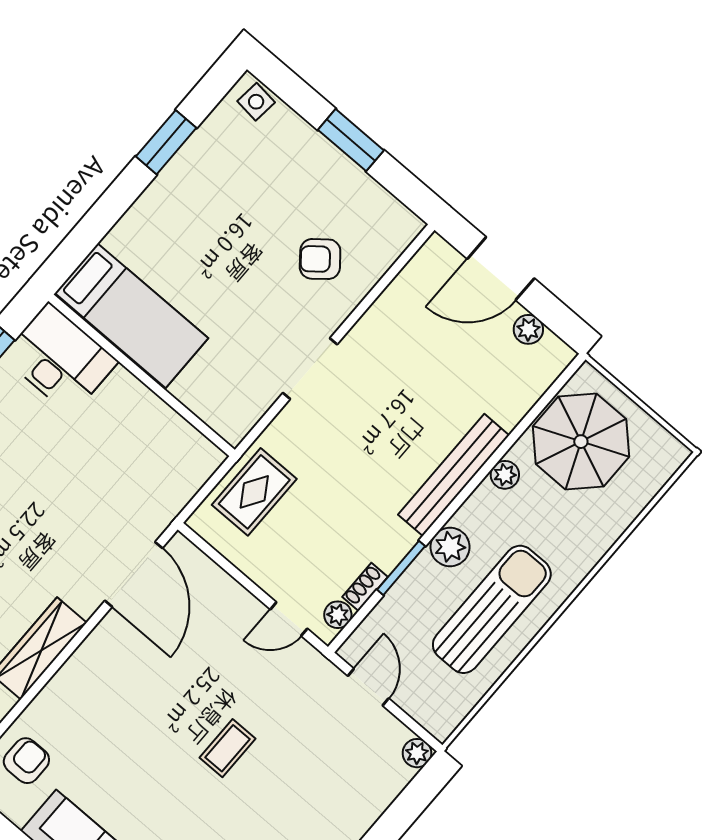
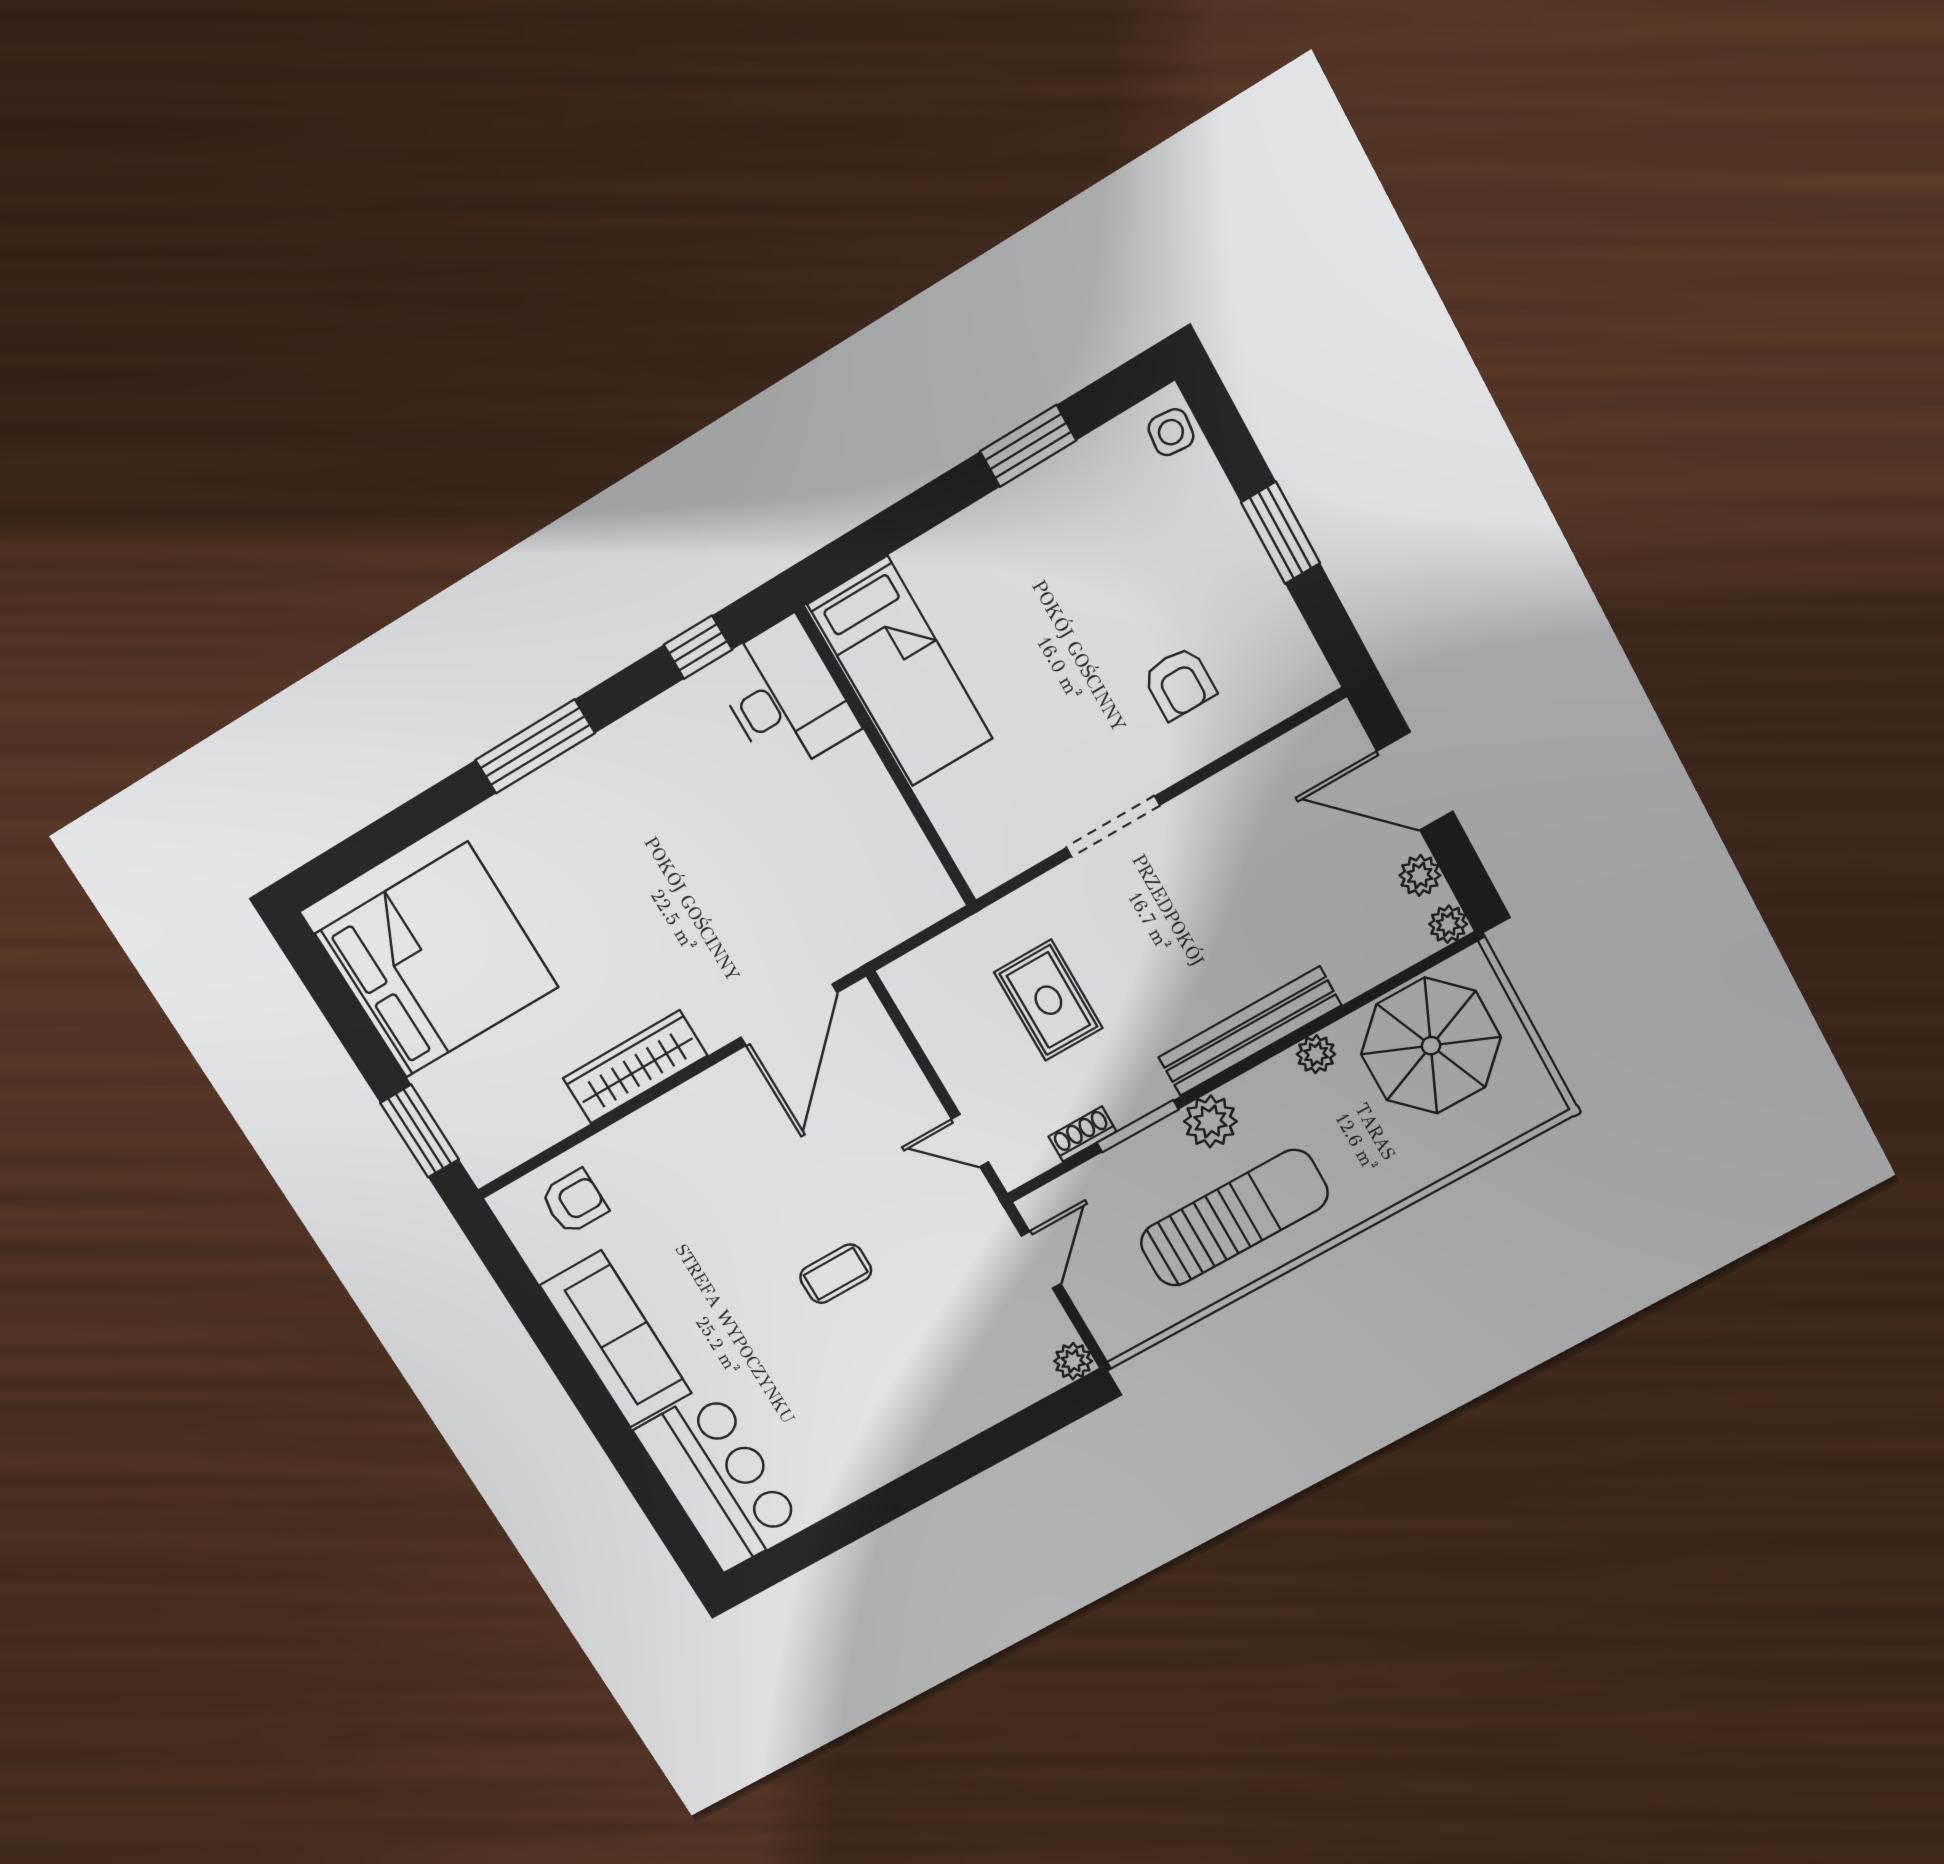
armchair: (320, 259) -> (1179, 683), turned -141
rug: (254, 492) -> (1048, 1000), moved, turned 90
plant: (338, 615) -> (1448, 924), moved

